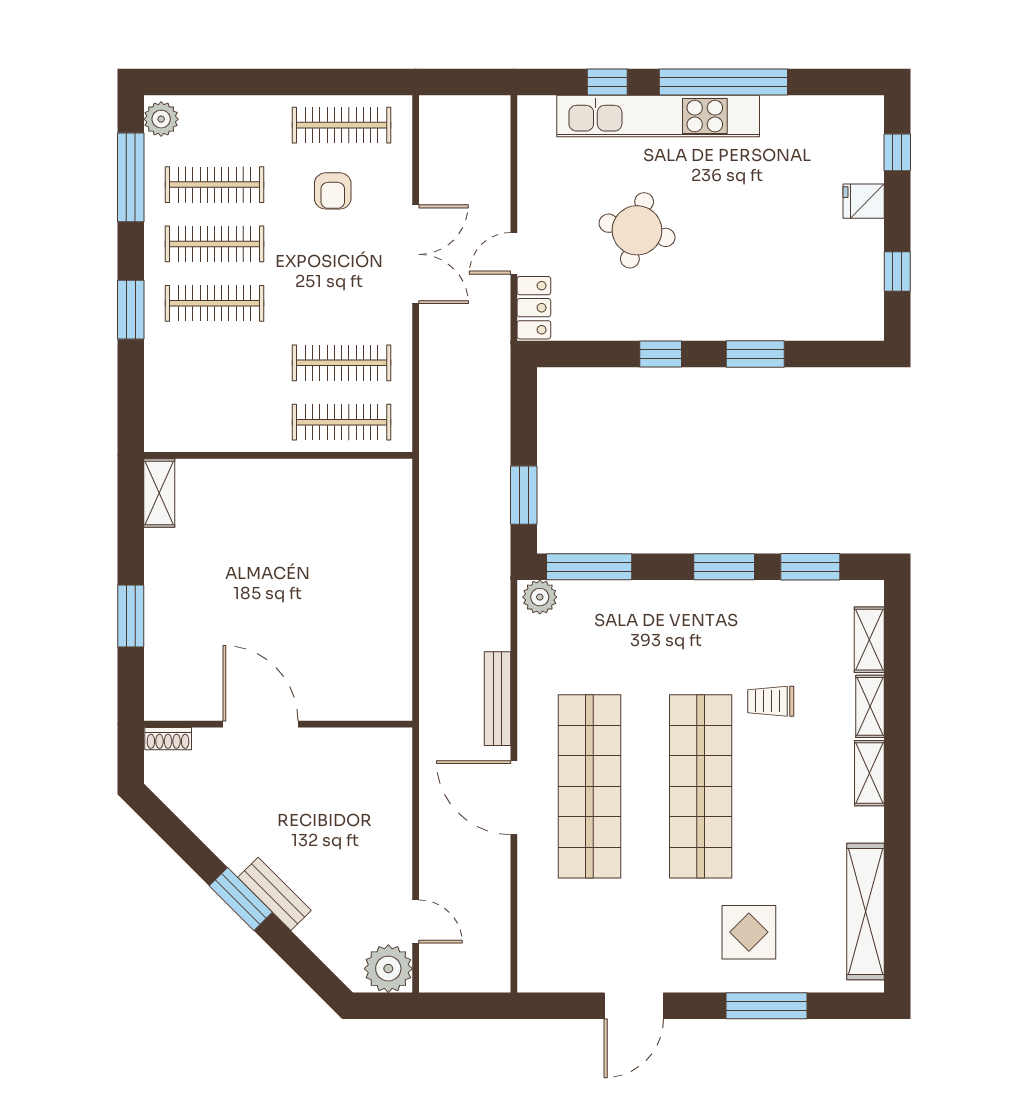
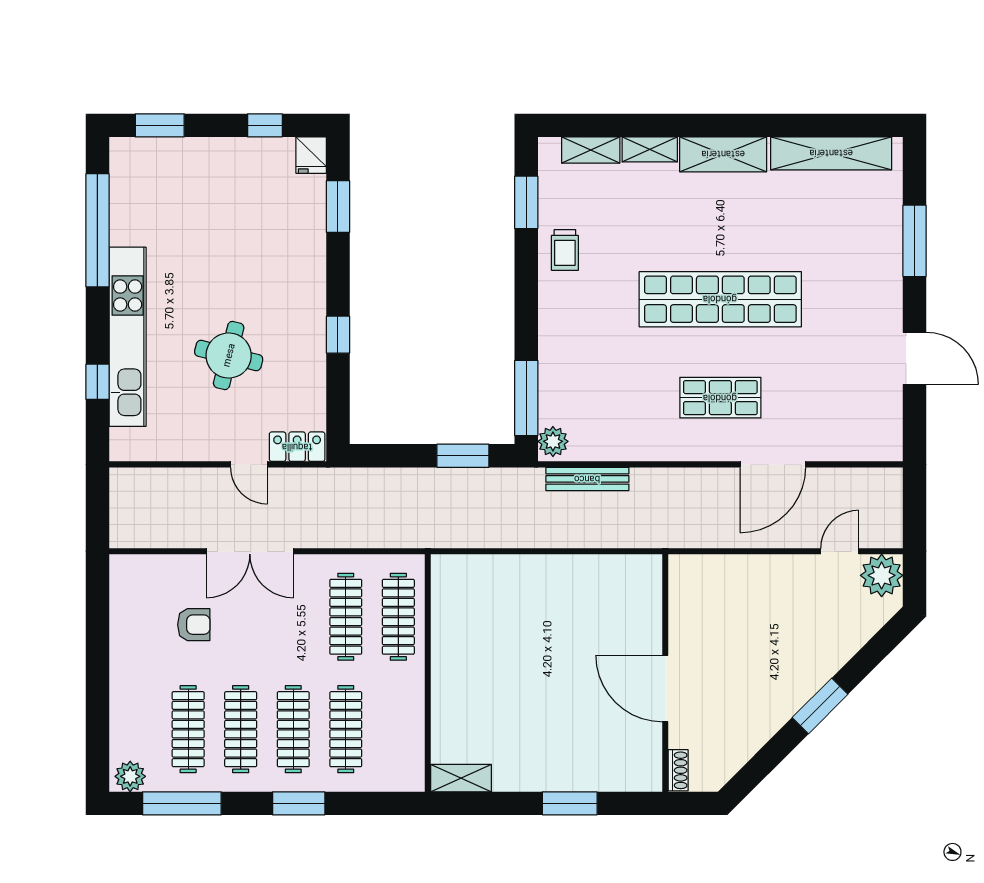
window: (723, 82) -> (97, 230), moved
clothes rail: (342, 125) -> (346, 729), moved
window: (897, 152) -> (160, 125), width x1.50
fridge: (864, 201) -> (311, 155), moved
double door: (416, 254) -> (250, 551), swing flipped
window: (755, 354) -> (338, 206), moved
window: (724, 567) -> (526, 278), removed
bench: (497, 699) -> (587, 479), moved
trolley: (771, 701) -> (565, 250), moved
door: (261, 724) -> (665, 688), hinge flipped
shelving: (869, 773) -> (723, 154), width x1.50, depth x1.33
shop shelf: (589, 786) -> (720, 398), width x0.50, depth x0.74
door: (514, 798) -> (773, 464), moved
bench: (274, 894) -> (815, 676), removed
display table: (749, 932) -> (849, 257), removed

